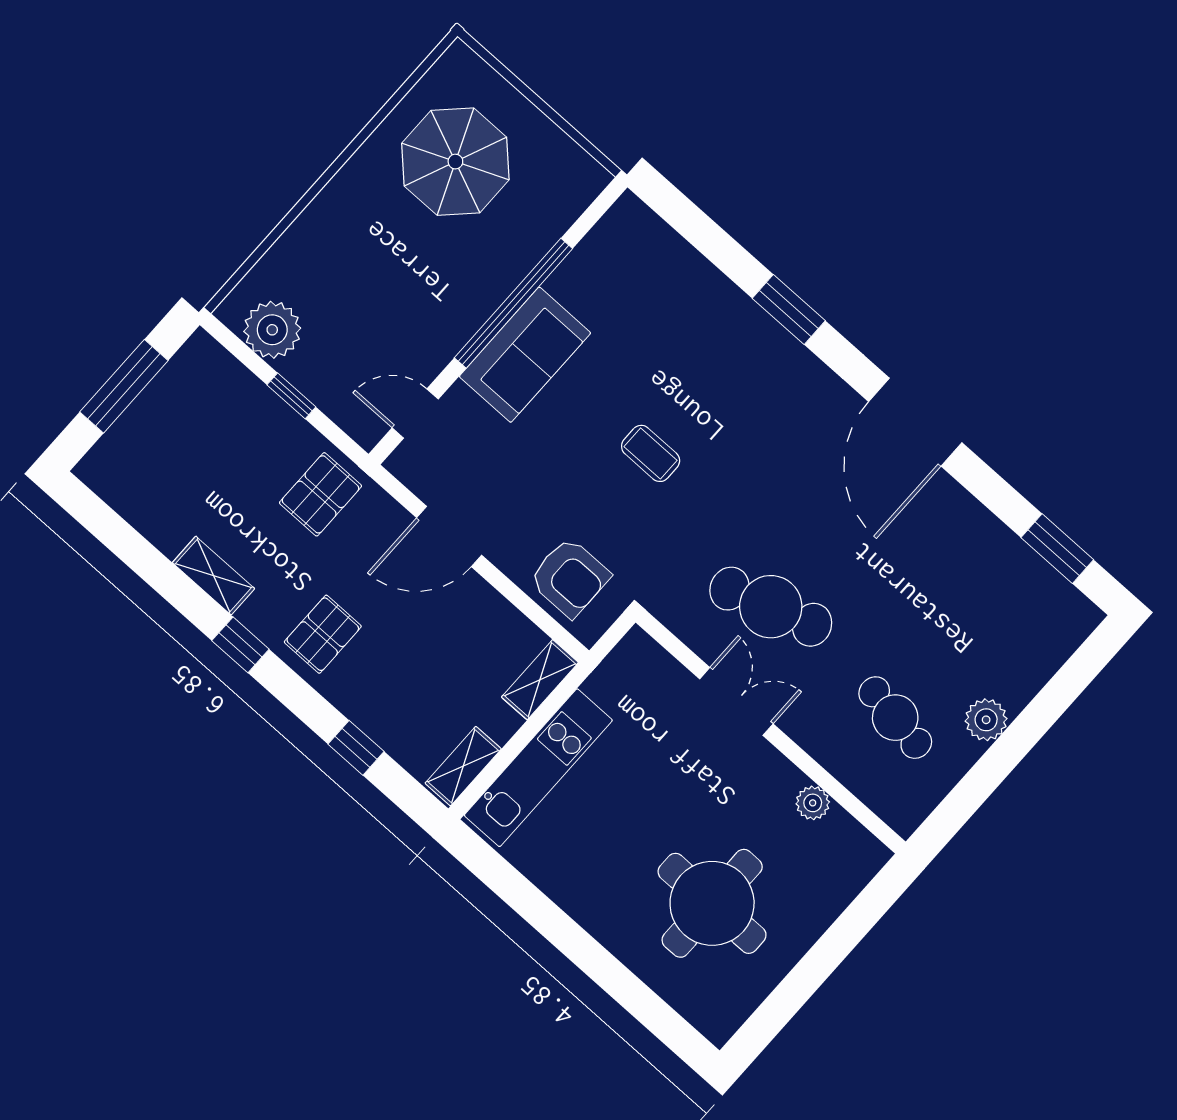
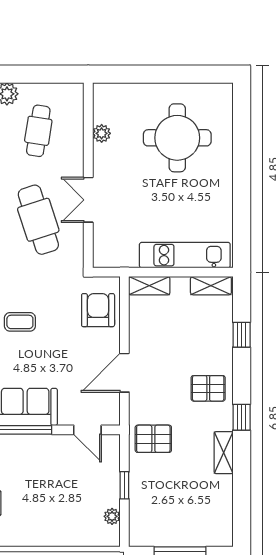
plant: (272, 330) -> (112, 516), width x0.53, depth x0.53
coffee table: (651, 453) -> (20, 322), turned 90
door: (449, 536) -> (124, 373), swing flipped

